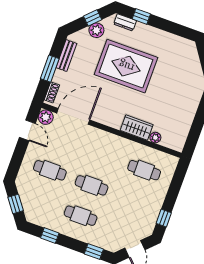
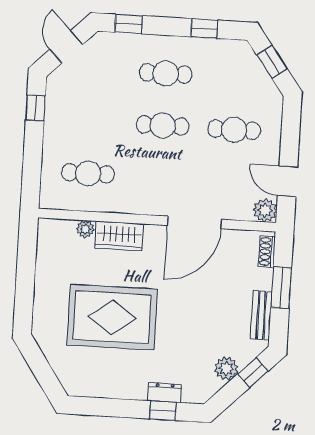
window: (93, 18) -> (253, 373), moved
dresser: (125, 22) -> (165, 393), moved
rug: (126, 66) -> (112, 317), moved
door: (73, 116) -> (194, 222), moved

